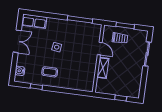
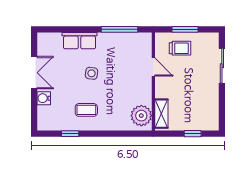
row of seats: (34, 21) -> (80, 41), moved
shelving: (103, 68) -> (161, 114), moved
water cooler: (20, 71) -> (44, 98), moved
plant: (87, 81) -> (141, 116), added

